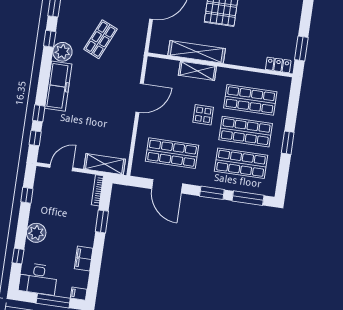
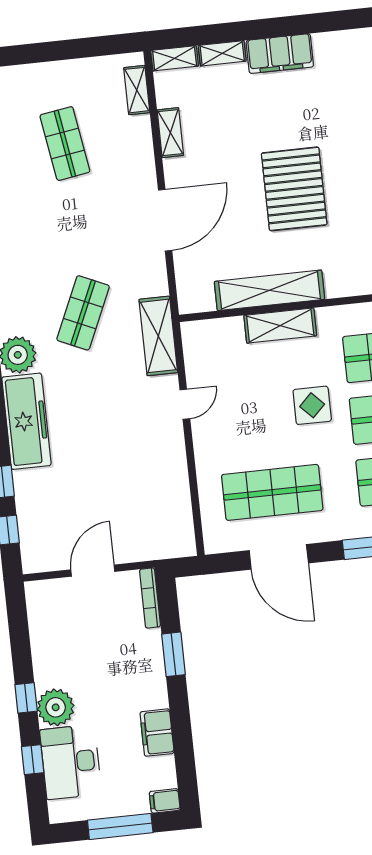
door: (140, 98) -> (185, 404), width x0.53
shelving: (105, 164) -> (158, 336), moved, turned 90
door: (61, 168) -> (93, 571), moved
window: (27, 195) -> (26, 698), moved
desk: (38, 279) -> (71, 762), moved, turned 90

